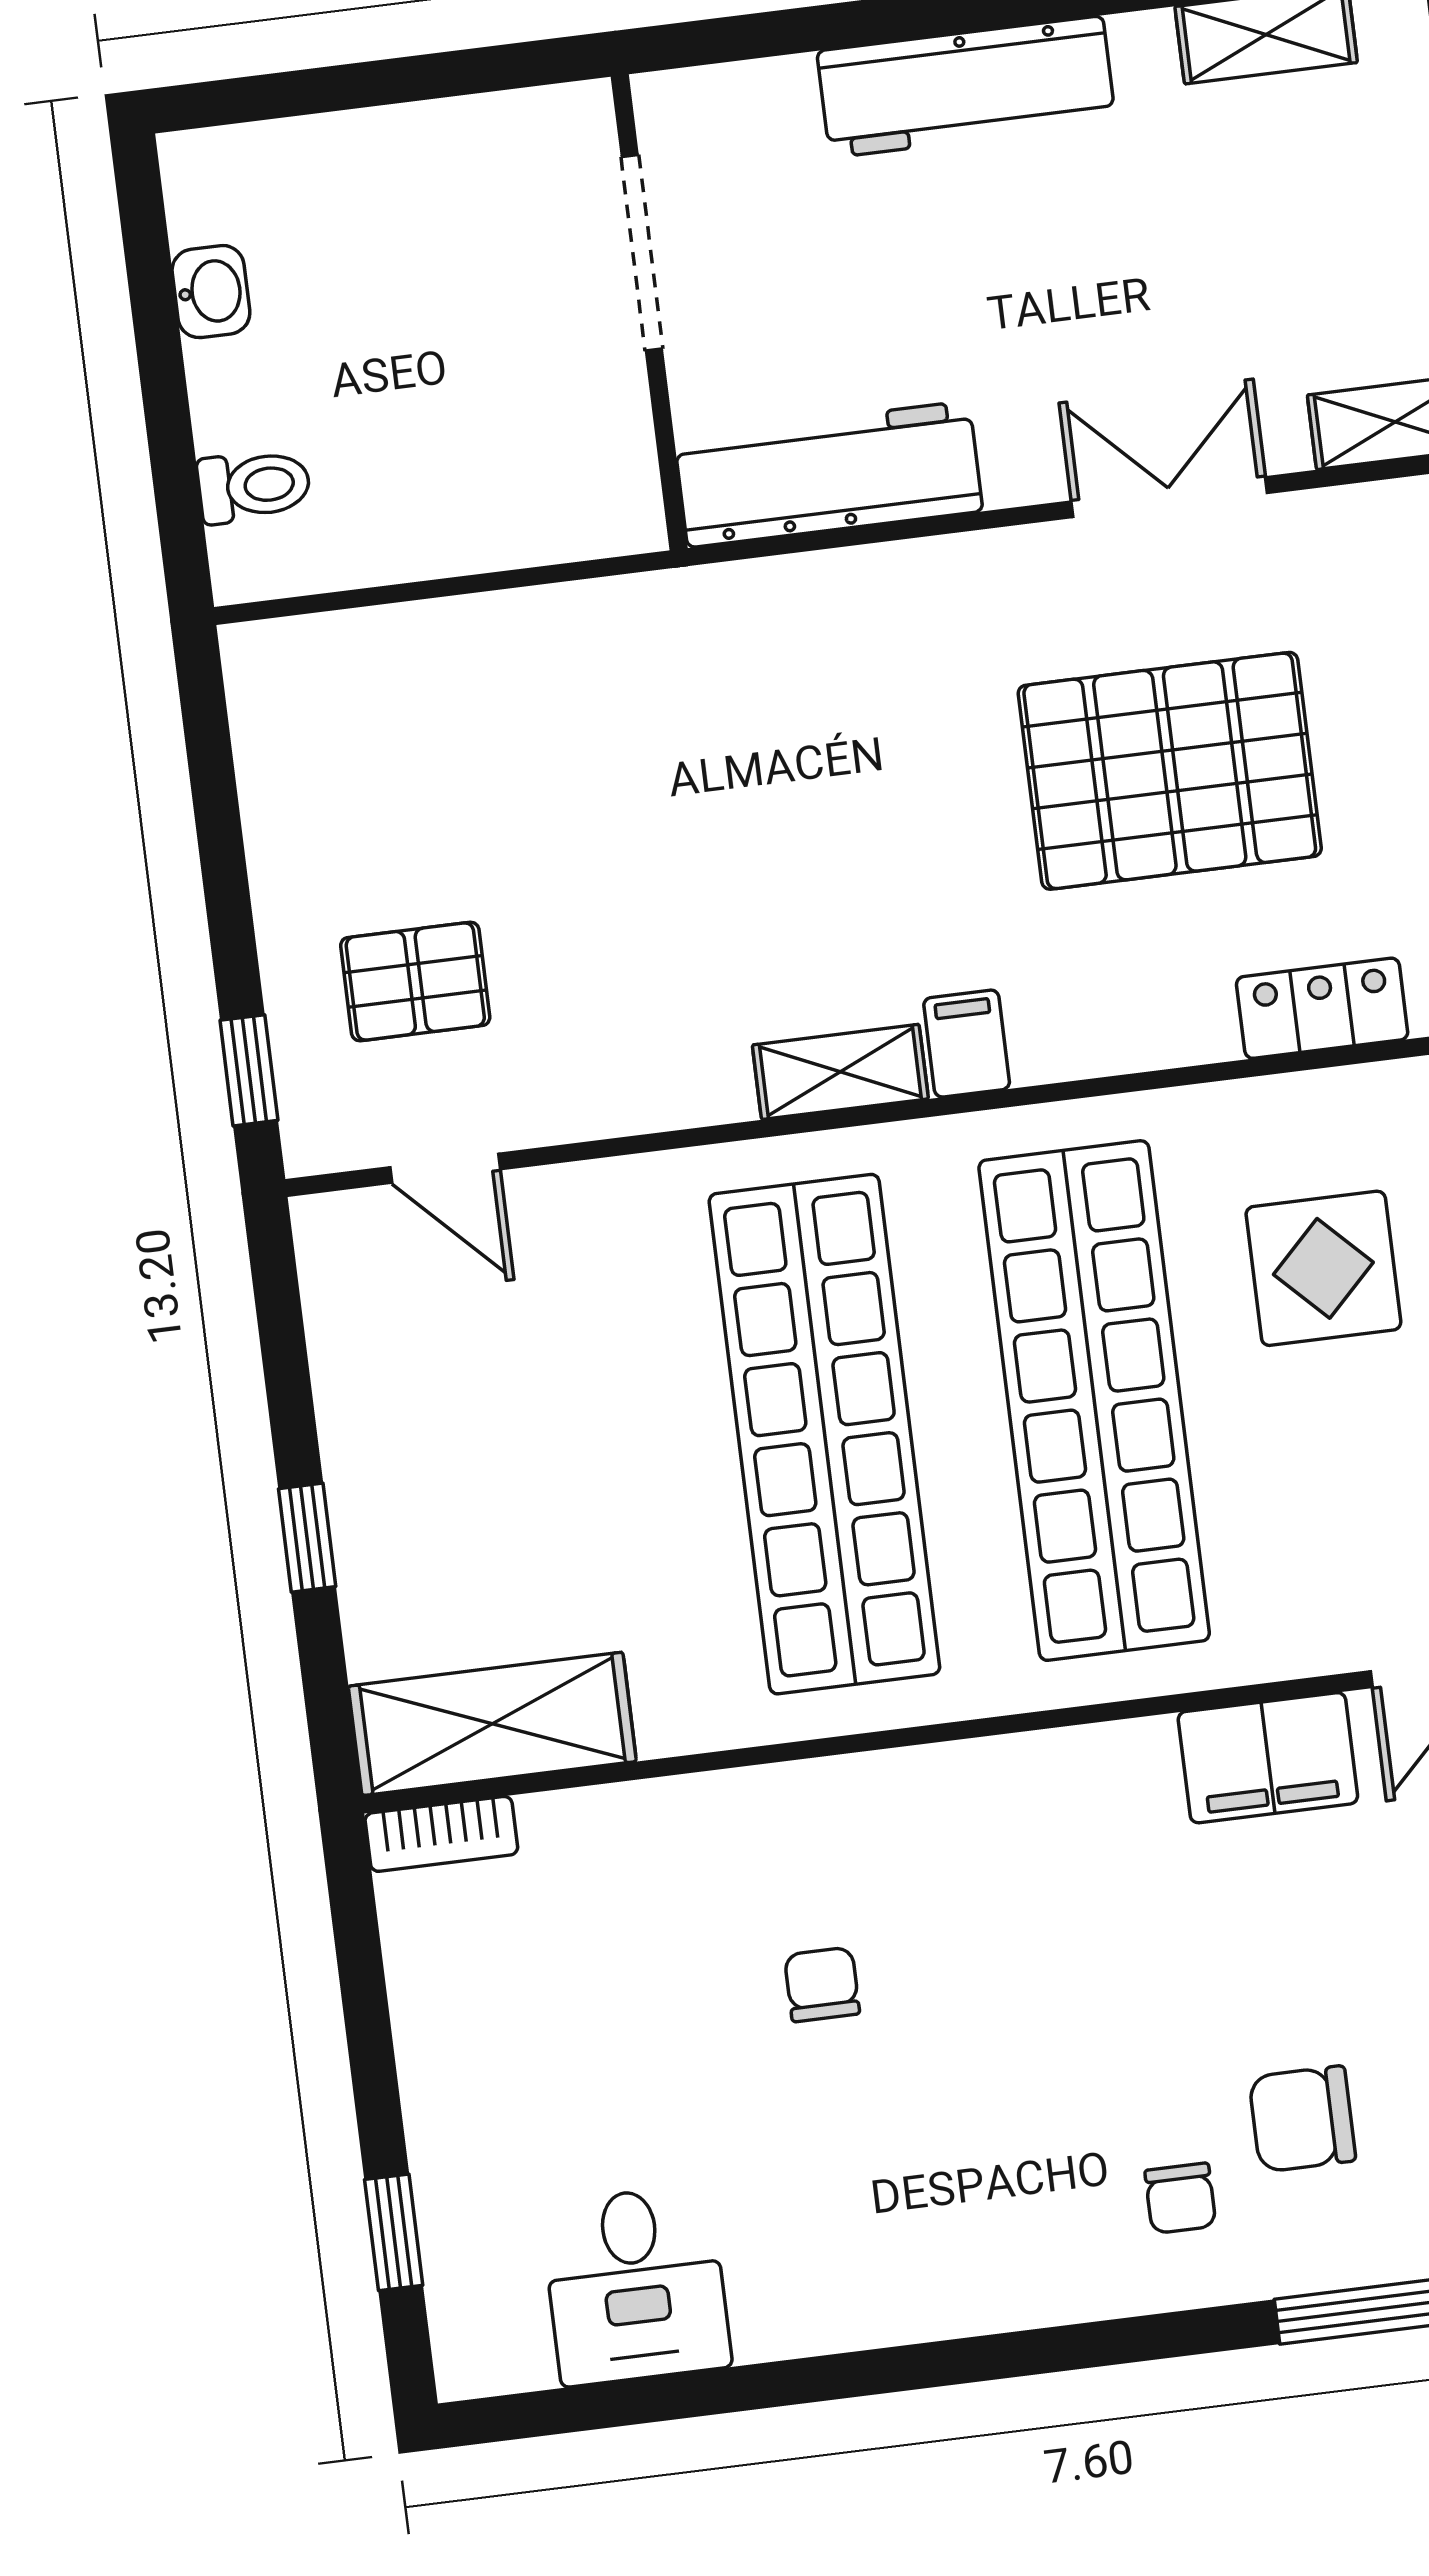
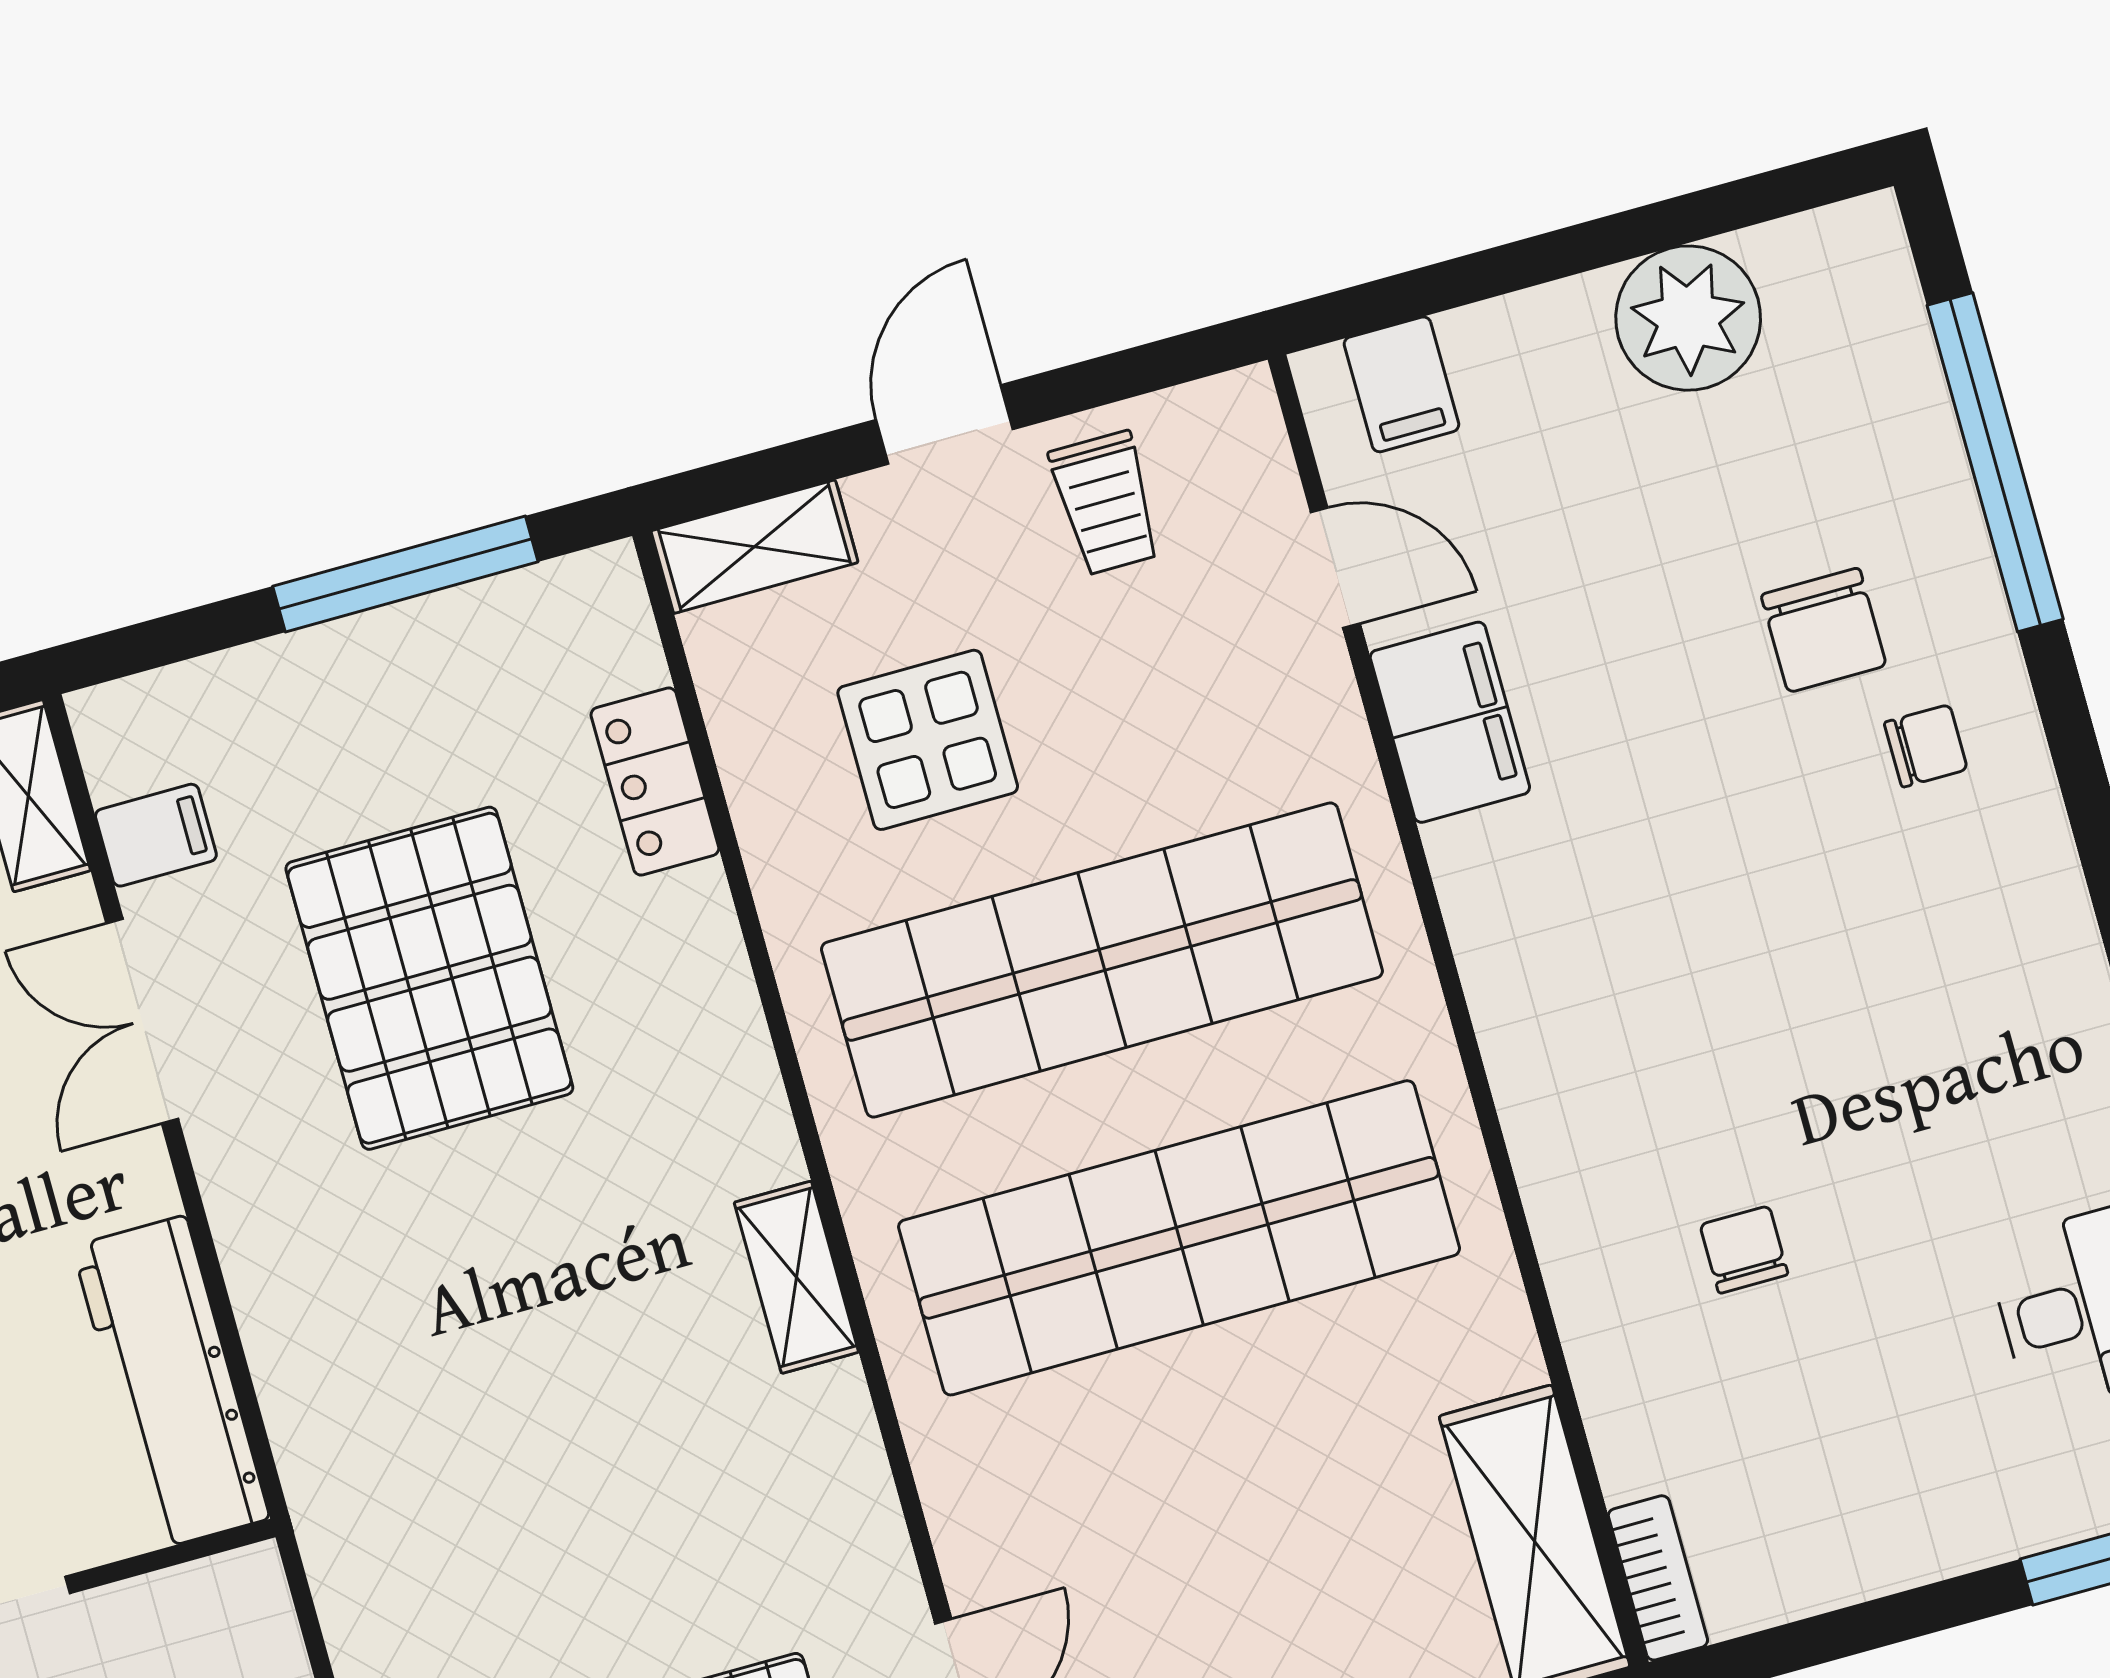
filing cabinet: (967, 1044) -> (156, 835), moved, turned 180
chair: (822, 1984) -> (1744, 1250), moved, turned 90

